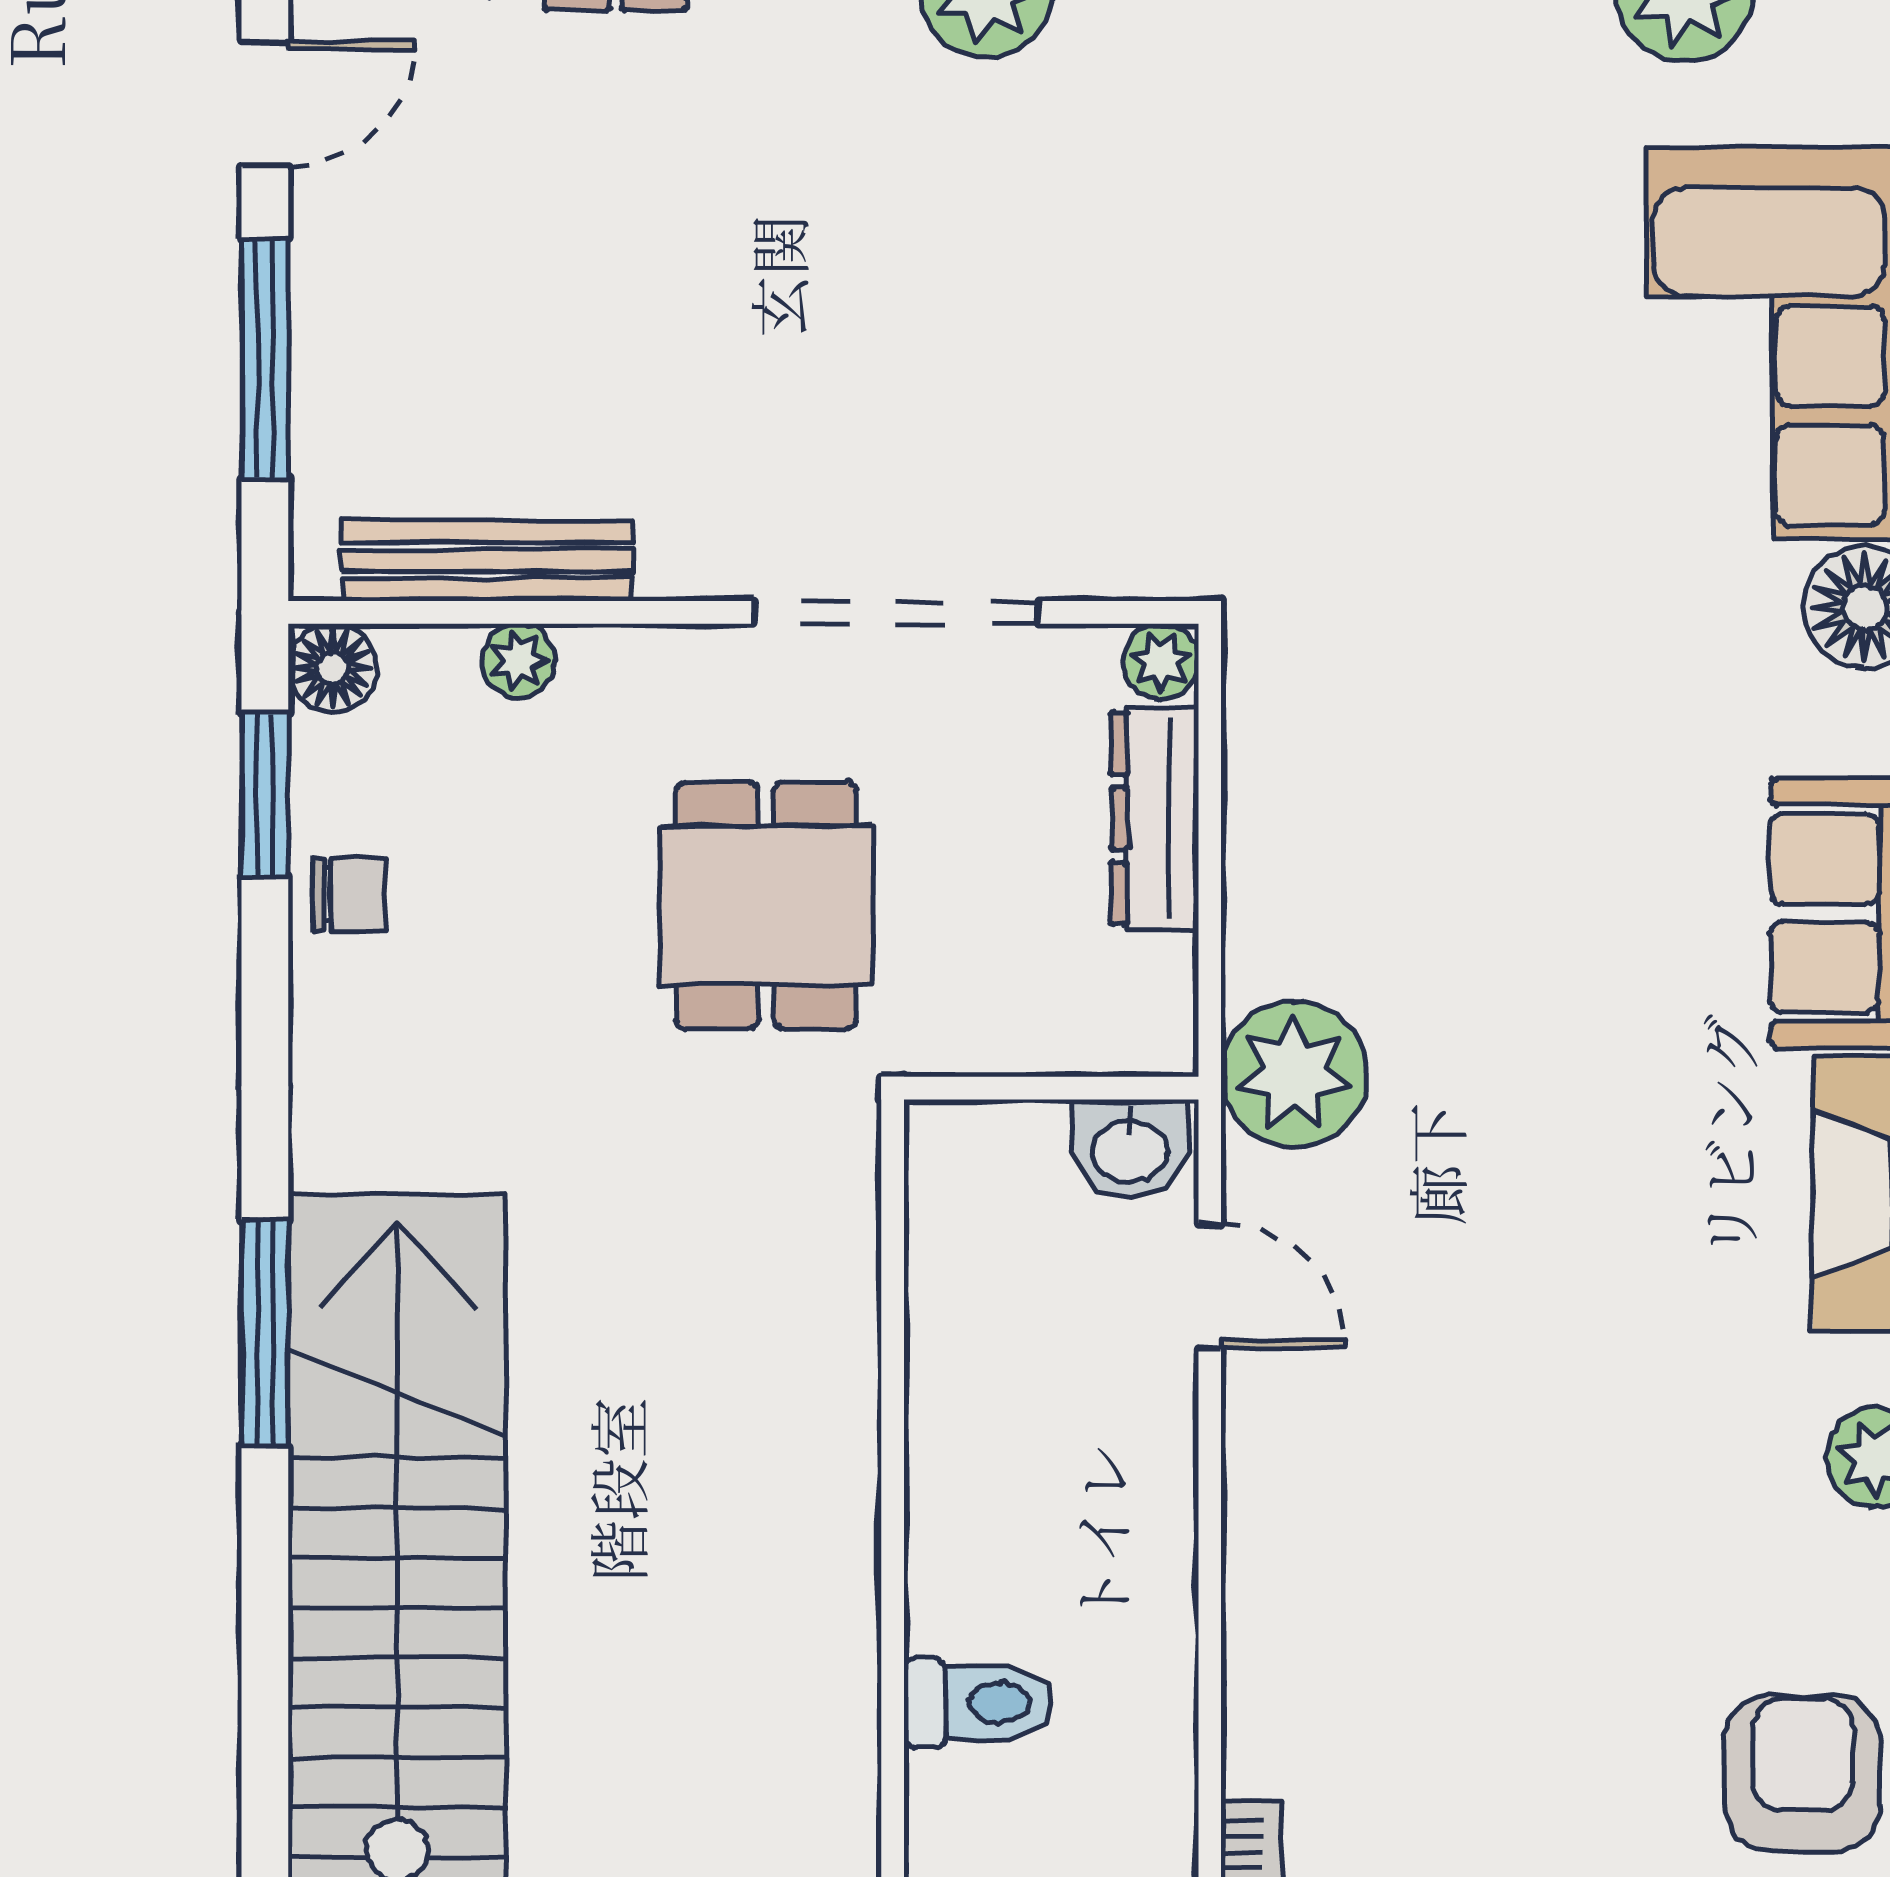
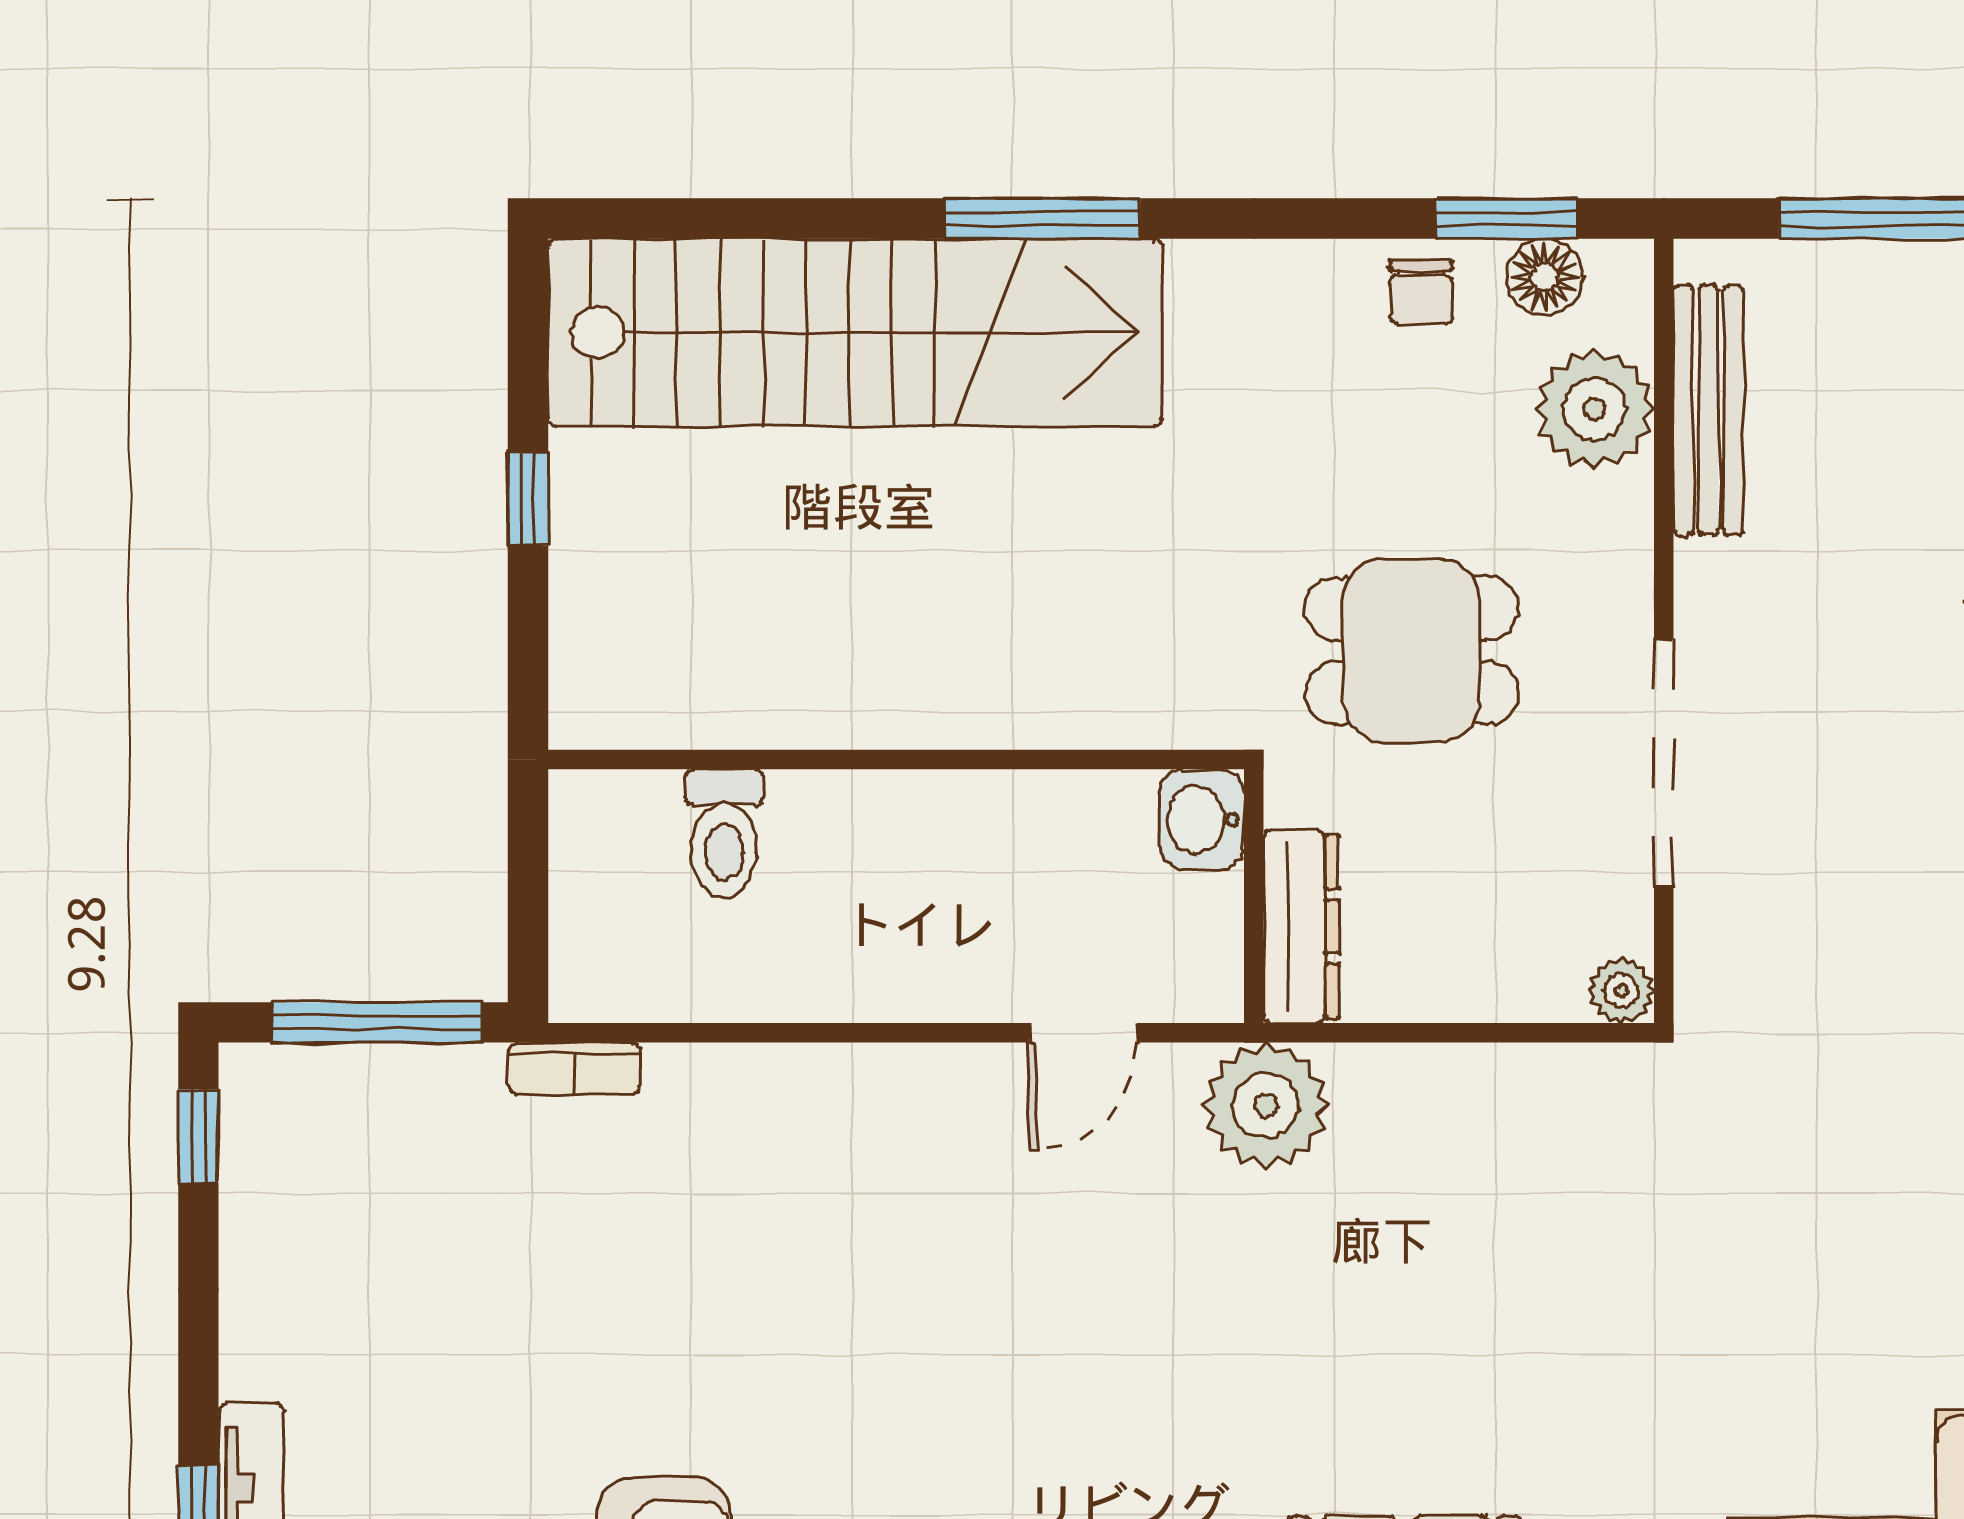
plant: (518, 660) -> (1595, 409), width x1.87, depth x1.87
floor lamp: (333, 668) -> (1544, 277), moved
dresser: (1155, 819) -> (1301, 927), moved, turned 90
washbasin: (1130, 1149) -> (1202, 819), moved

